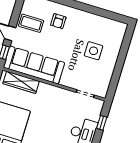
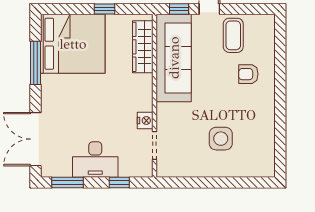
nightstand: (68, 95) -> (145, 120), added

